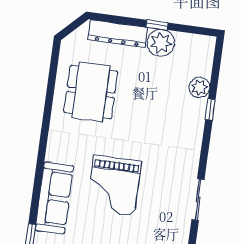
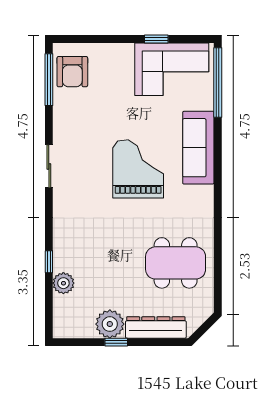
dining table: (91, 92) -> (176, 263), turned 90

